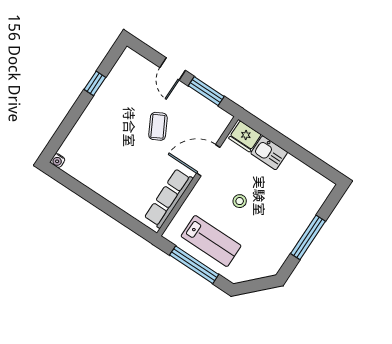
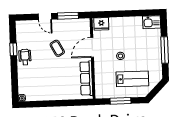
wheelchair: (103, 106) -> (25, 57), added
kitchen sink: (269, 153) -> (152, 22), moved
lab bench: (211, 241) -> (132, 79), moved
window: (194, 265) -> (121, 101), width x0.69

